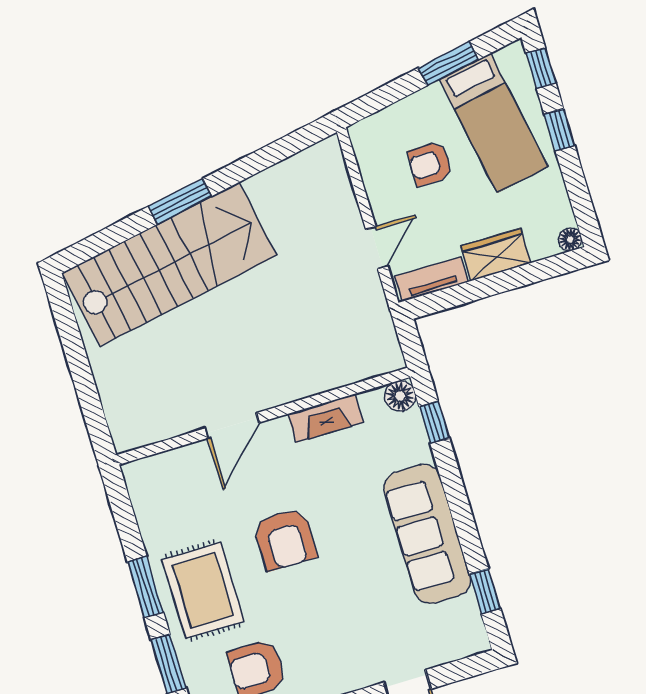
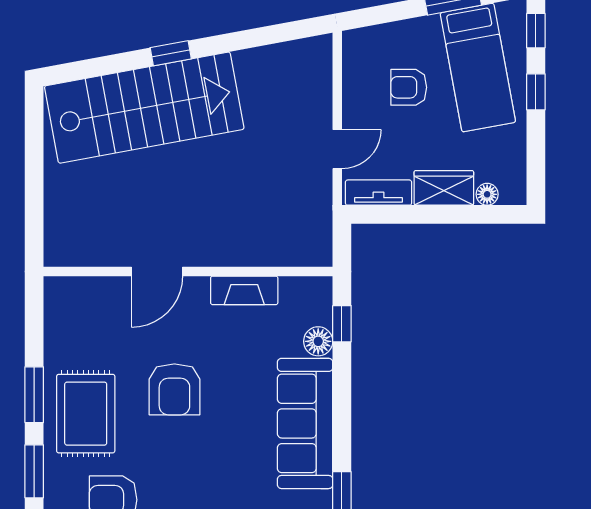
window: (180, 201) -> (171, 53), width x0.67
floor lamp: (570, 239) -> (487, 194), moved
floor lamp: (400, 396) -> (318, 341), moved

